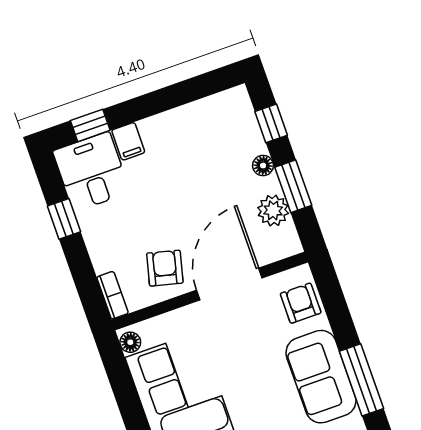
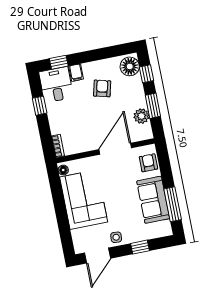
floor lamp: (263, 166) -> (130, 66), moved, width x1.89, depth x1.89
armchair: (165, 268) -> (102, 88), moved

